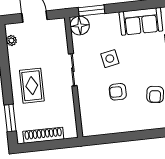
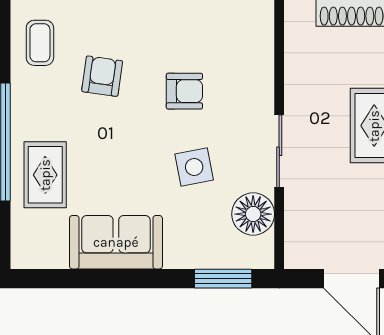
floor lamp: (80, 26) -> (253, 214), moved

